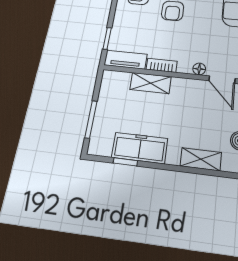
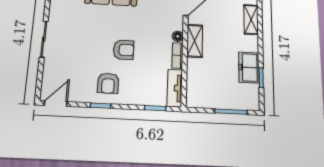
floor lamp: (199, 69) -> (178, 36), moved
shelving: (151, 83) -> (195, 41), moved
freezer: (140, 148) -> (249, 67), width x0.71

